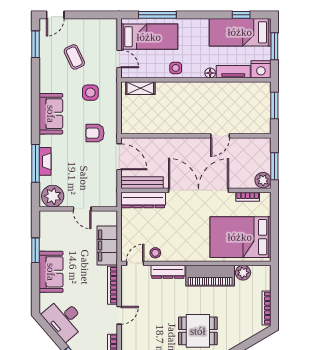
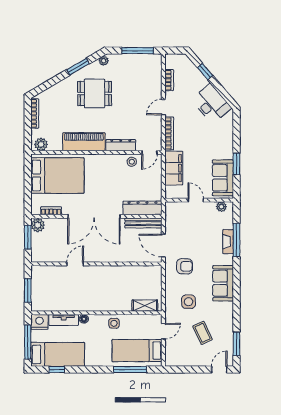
window: (274, 46) -> (28, 342), width x1.44
door: (119, 59) -> (163, 331), swing flipped
plant: (53, 196) -> (221, 207), width x0.53, depth x0.53
sofa: (51, 272) -> (223, 178), moved
plant: (243, 273) -> (41, 144), moved

